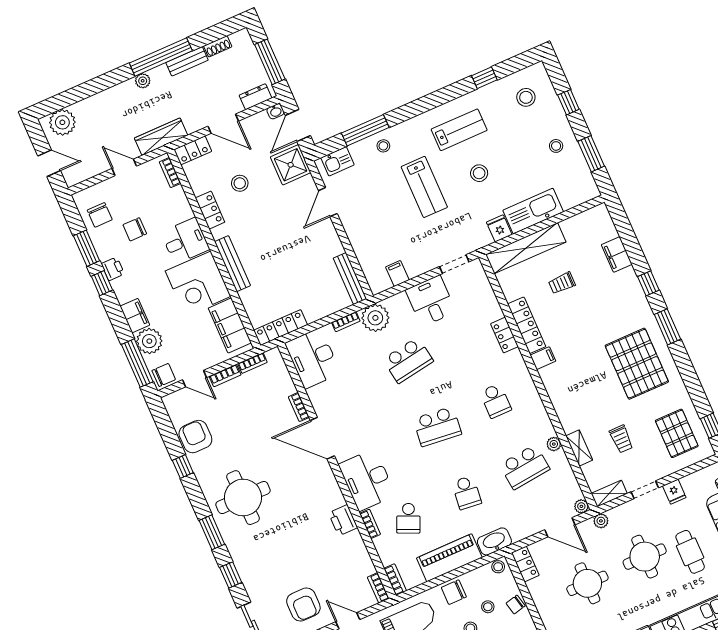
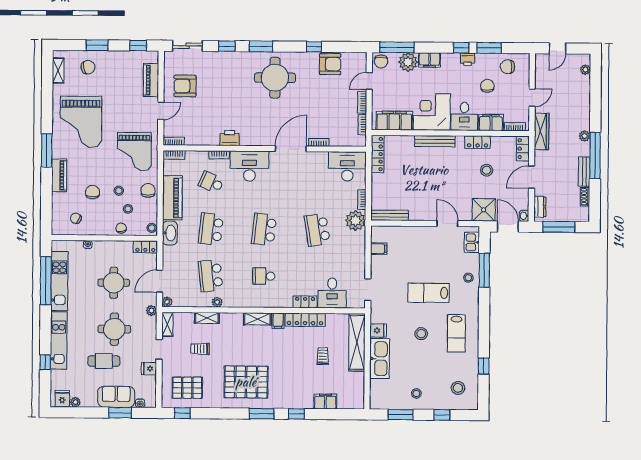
plant: (62, 122) -> (585, 70), width x0.53, depth x0.53
filing cabinet: (178, 204) -> (491, 123), added
desk: (431, 301) -> (332, 293), moved, turned 90
shelving: (552, 385) -> (257, 319), added
school desk: (467, 493) -> (211, 229), width x1.85

